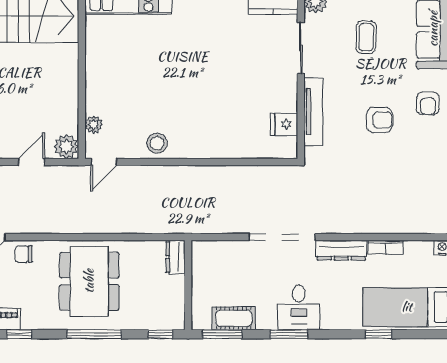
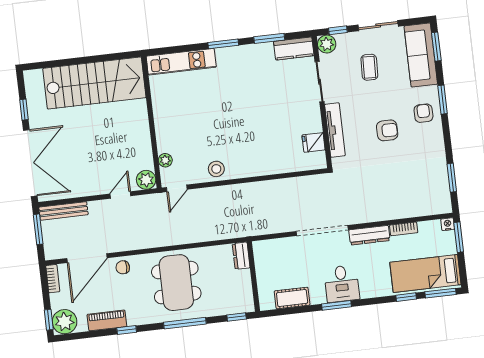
armchair: (428, 103) -> (423, 113), turned 180
window: (222, 334) -> (441, 293), moved

